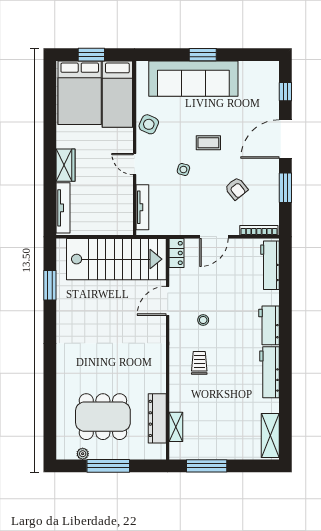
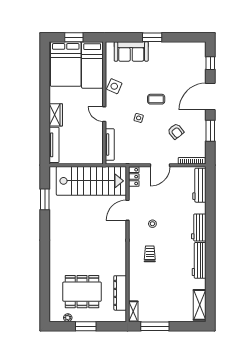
sofa: (193, 79) -> (131, 51), width x0.54, depth x0.79
shelving: (176, 427) -> (133, 311), moved
window: (108, 466) -> (86, 326), width x0.69

